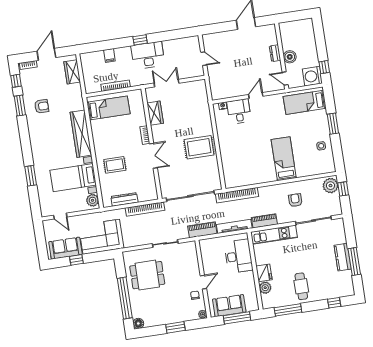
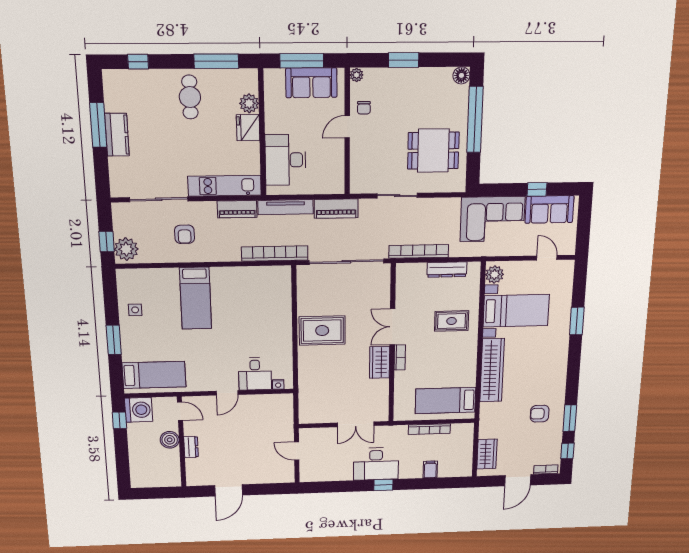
wardrobe: (155, 113) -> (380, 362), moved

